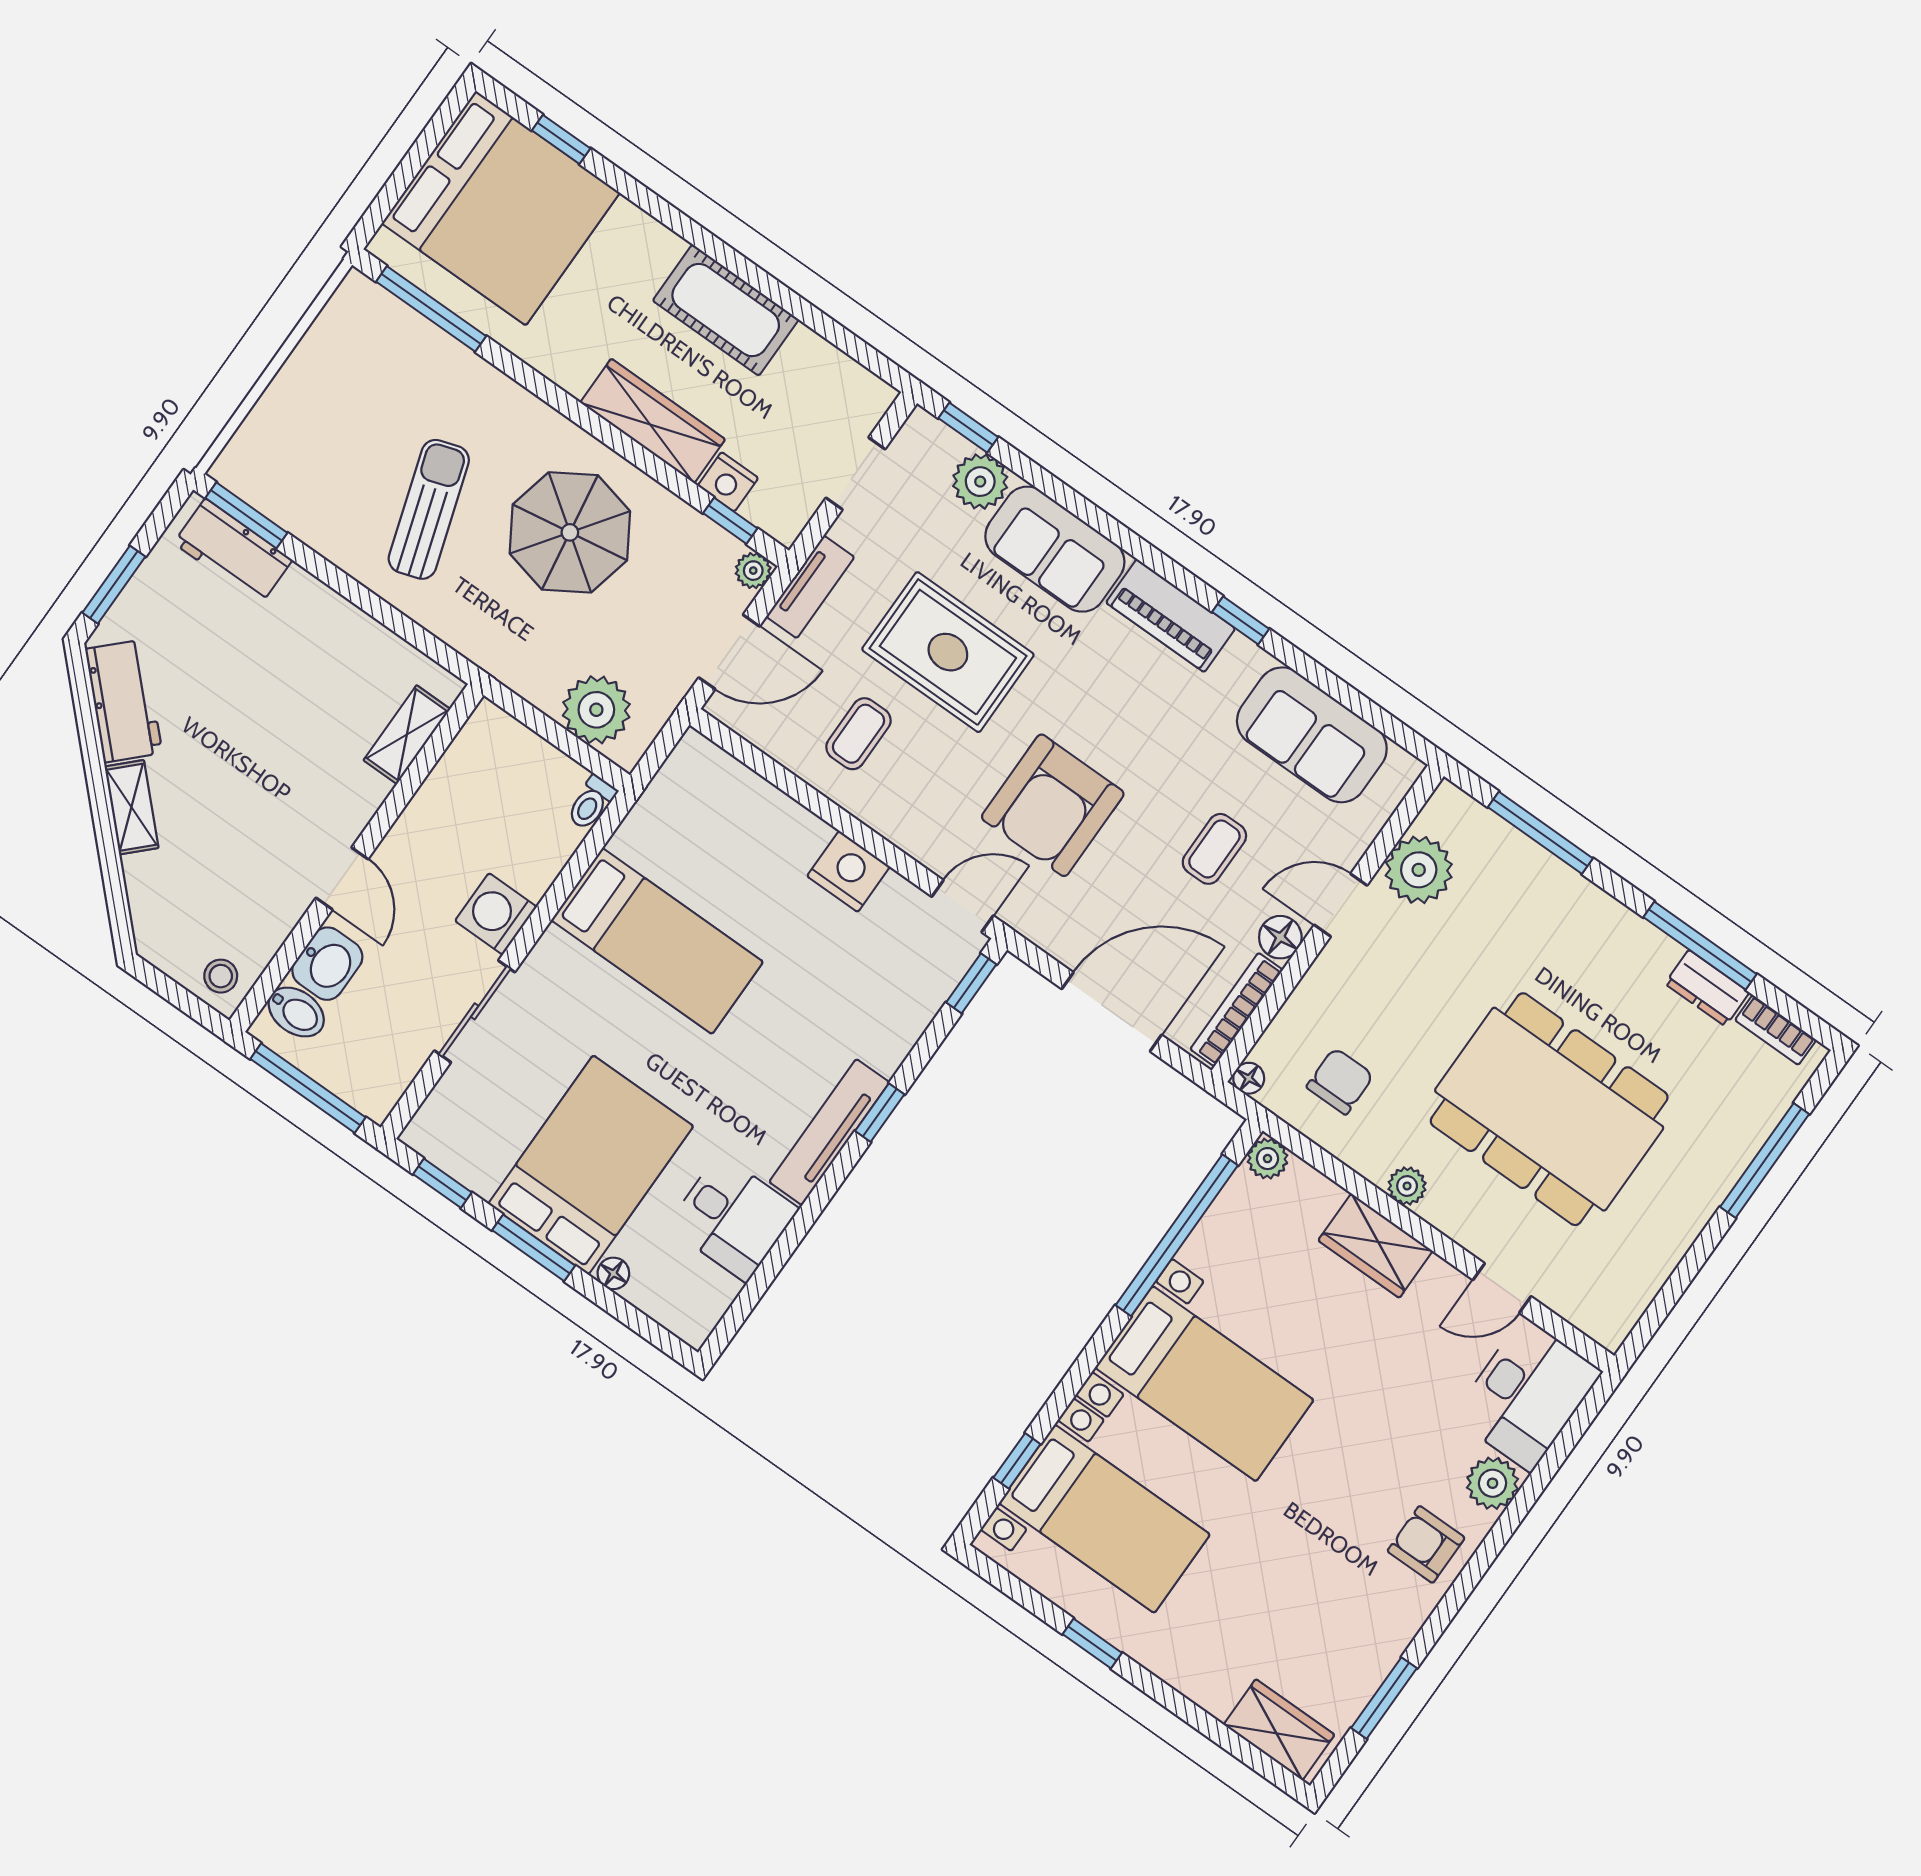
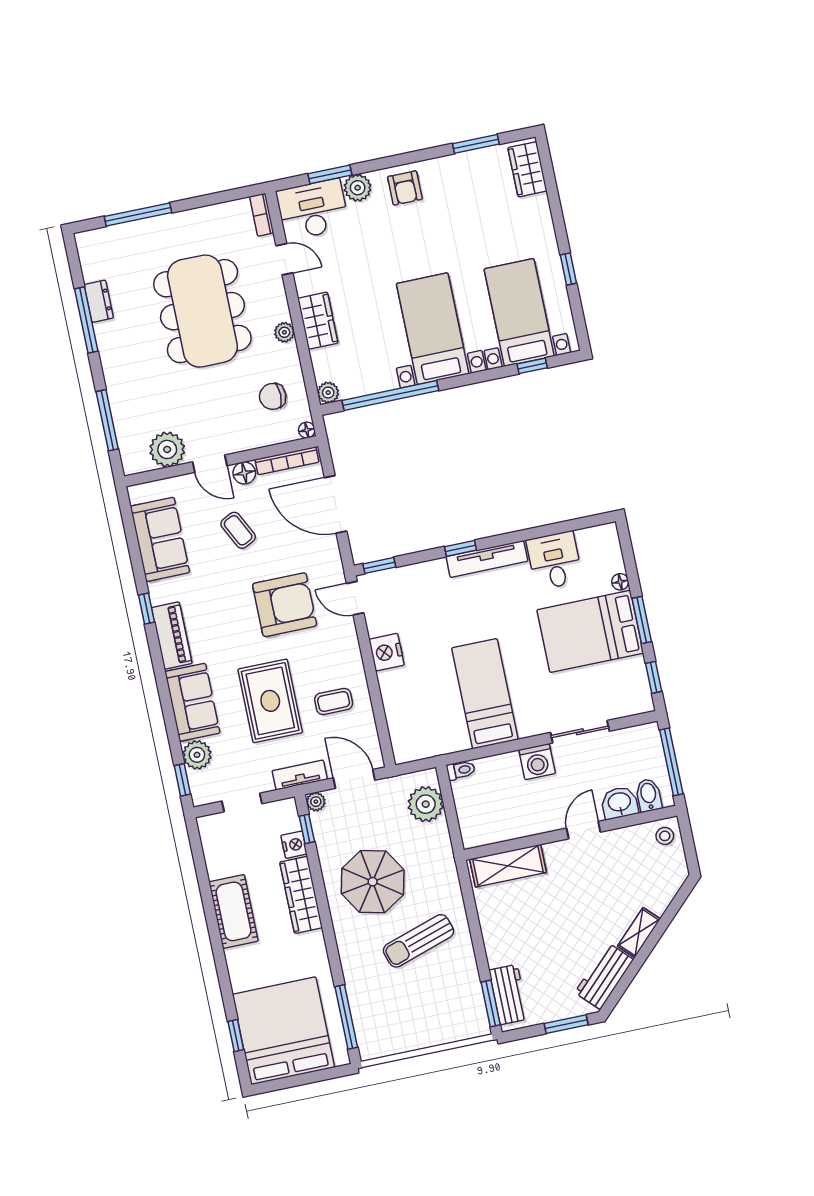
shelving: (407, 735) -> (508, 866), width x1.50, depth x1.33
coffee table: (1214, 849) -> (238, 530), turned 63
bookcase: (1776, 1030) -> (262, 215), moved, turned 180
window: (1549, 1466) -> (330, 174), added

